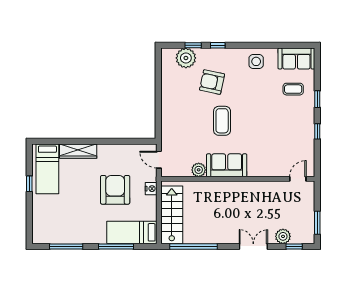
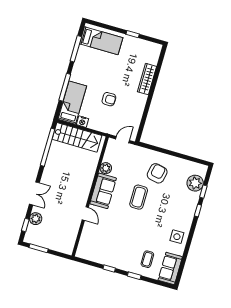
armchair: (212, 82) -> (157, 173), moved
coffee table: (222, 121) -> (139, 197), turned 90
bed: (47, 169) -> (101, 41), moved, turned 180
door: (298, 179) -> (85, 214), moved
nightstand: (151, 189) -> (82, 122), moved
armchair: (115, 190) -> (109, 99), width x0.53, depth x0.53

